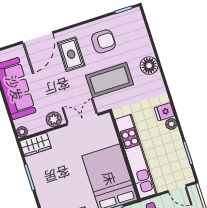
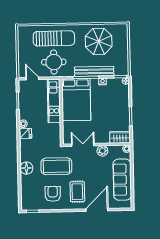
armchair: (103, 41) -> (53, 194), turned 90
double door: (83, 119) -> (83, 145), swing flipped
kitchen unit: (136, 156) -> (54, 101), width x0.73

